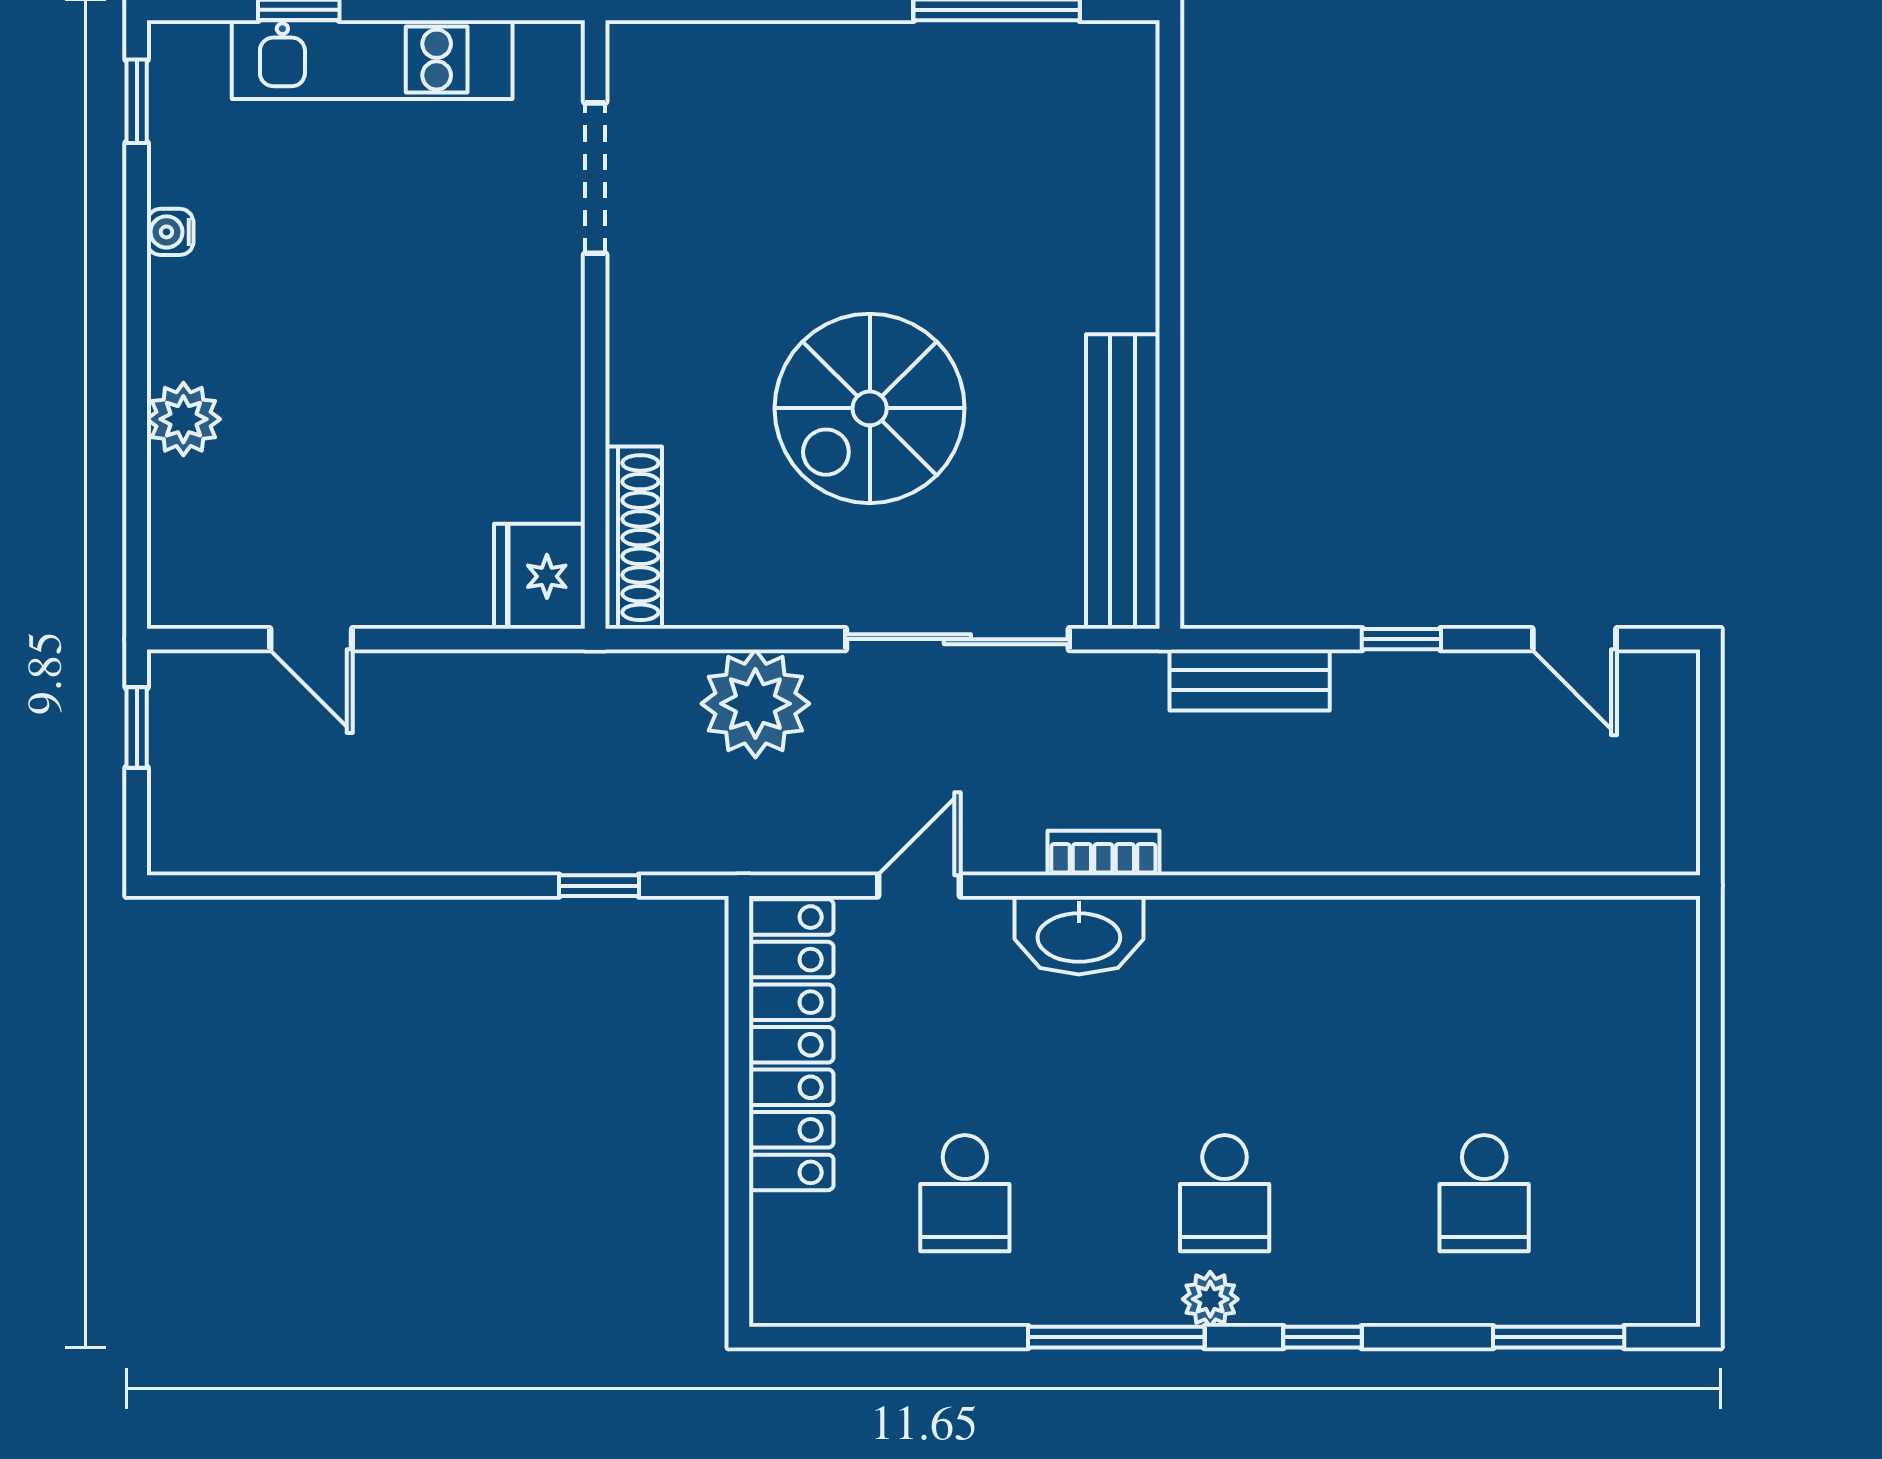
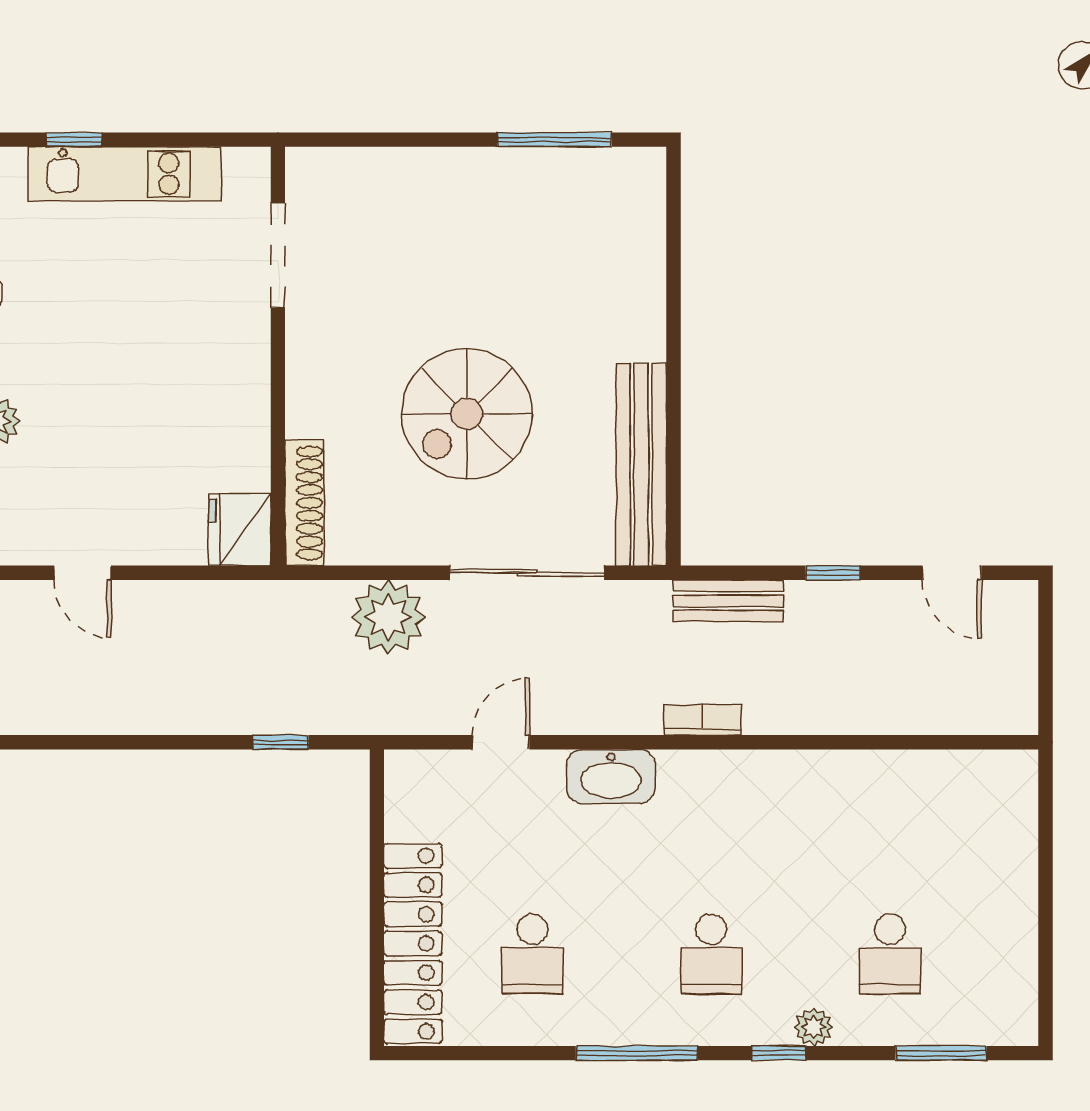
bookcase: (1103, 853) -> (703, 720), moved
locker: (791, 1045) -> (413, 943), moved
plant: (1210, 1299) -> (814, 1027), moved

